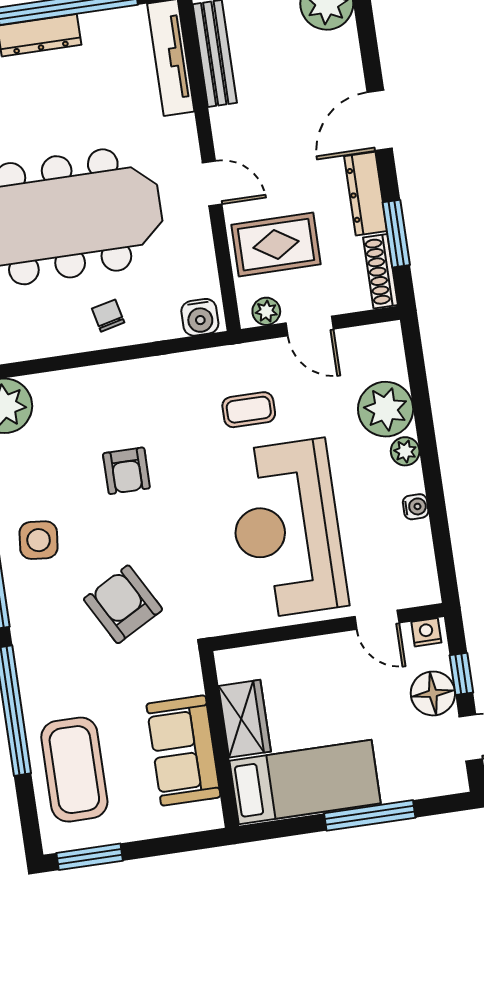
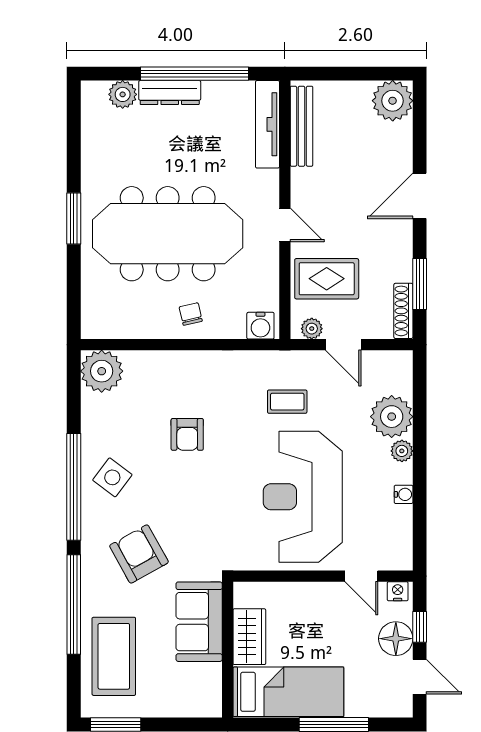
dresser: (366, 194) -> (401, 250), removed
side table: (39, 540) -> (112, 477), turned 31
armchair: (123, 604) -> (139, 554), moved
sofa: (183, 750) -> (199, 622), moved

